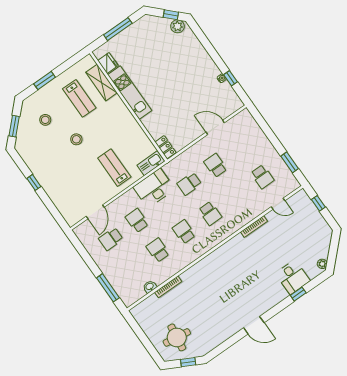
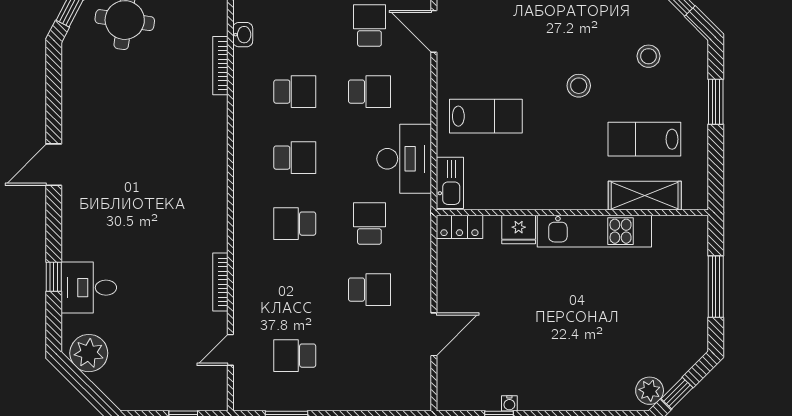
fridge: (108, 63) -> (519, 230), moved
plant: (322, 264) -> (89, 353), width x1.87, depth x1.87

